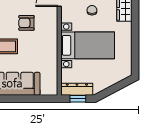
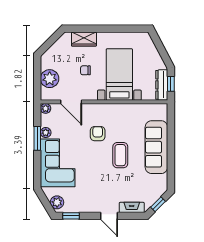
armchair: (26, 23) -> (98, 134), turned 180

